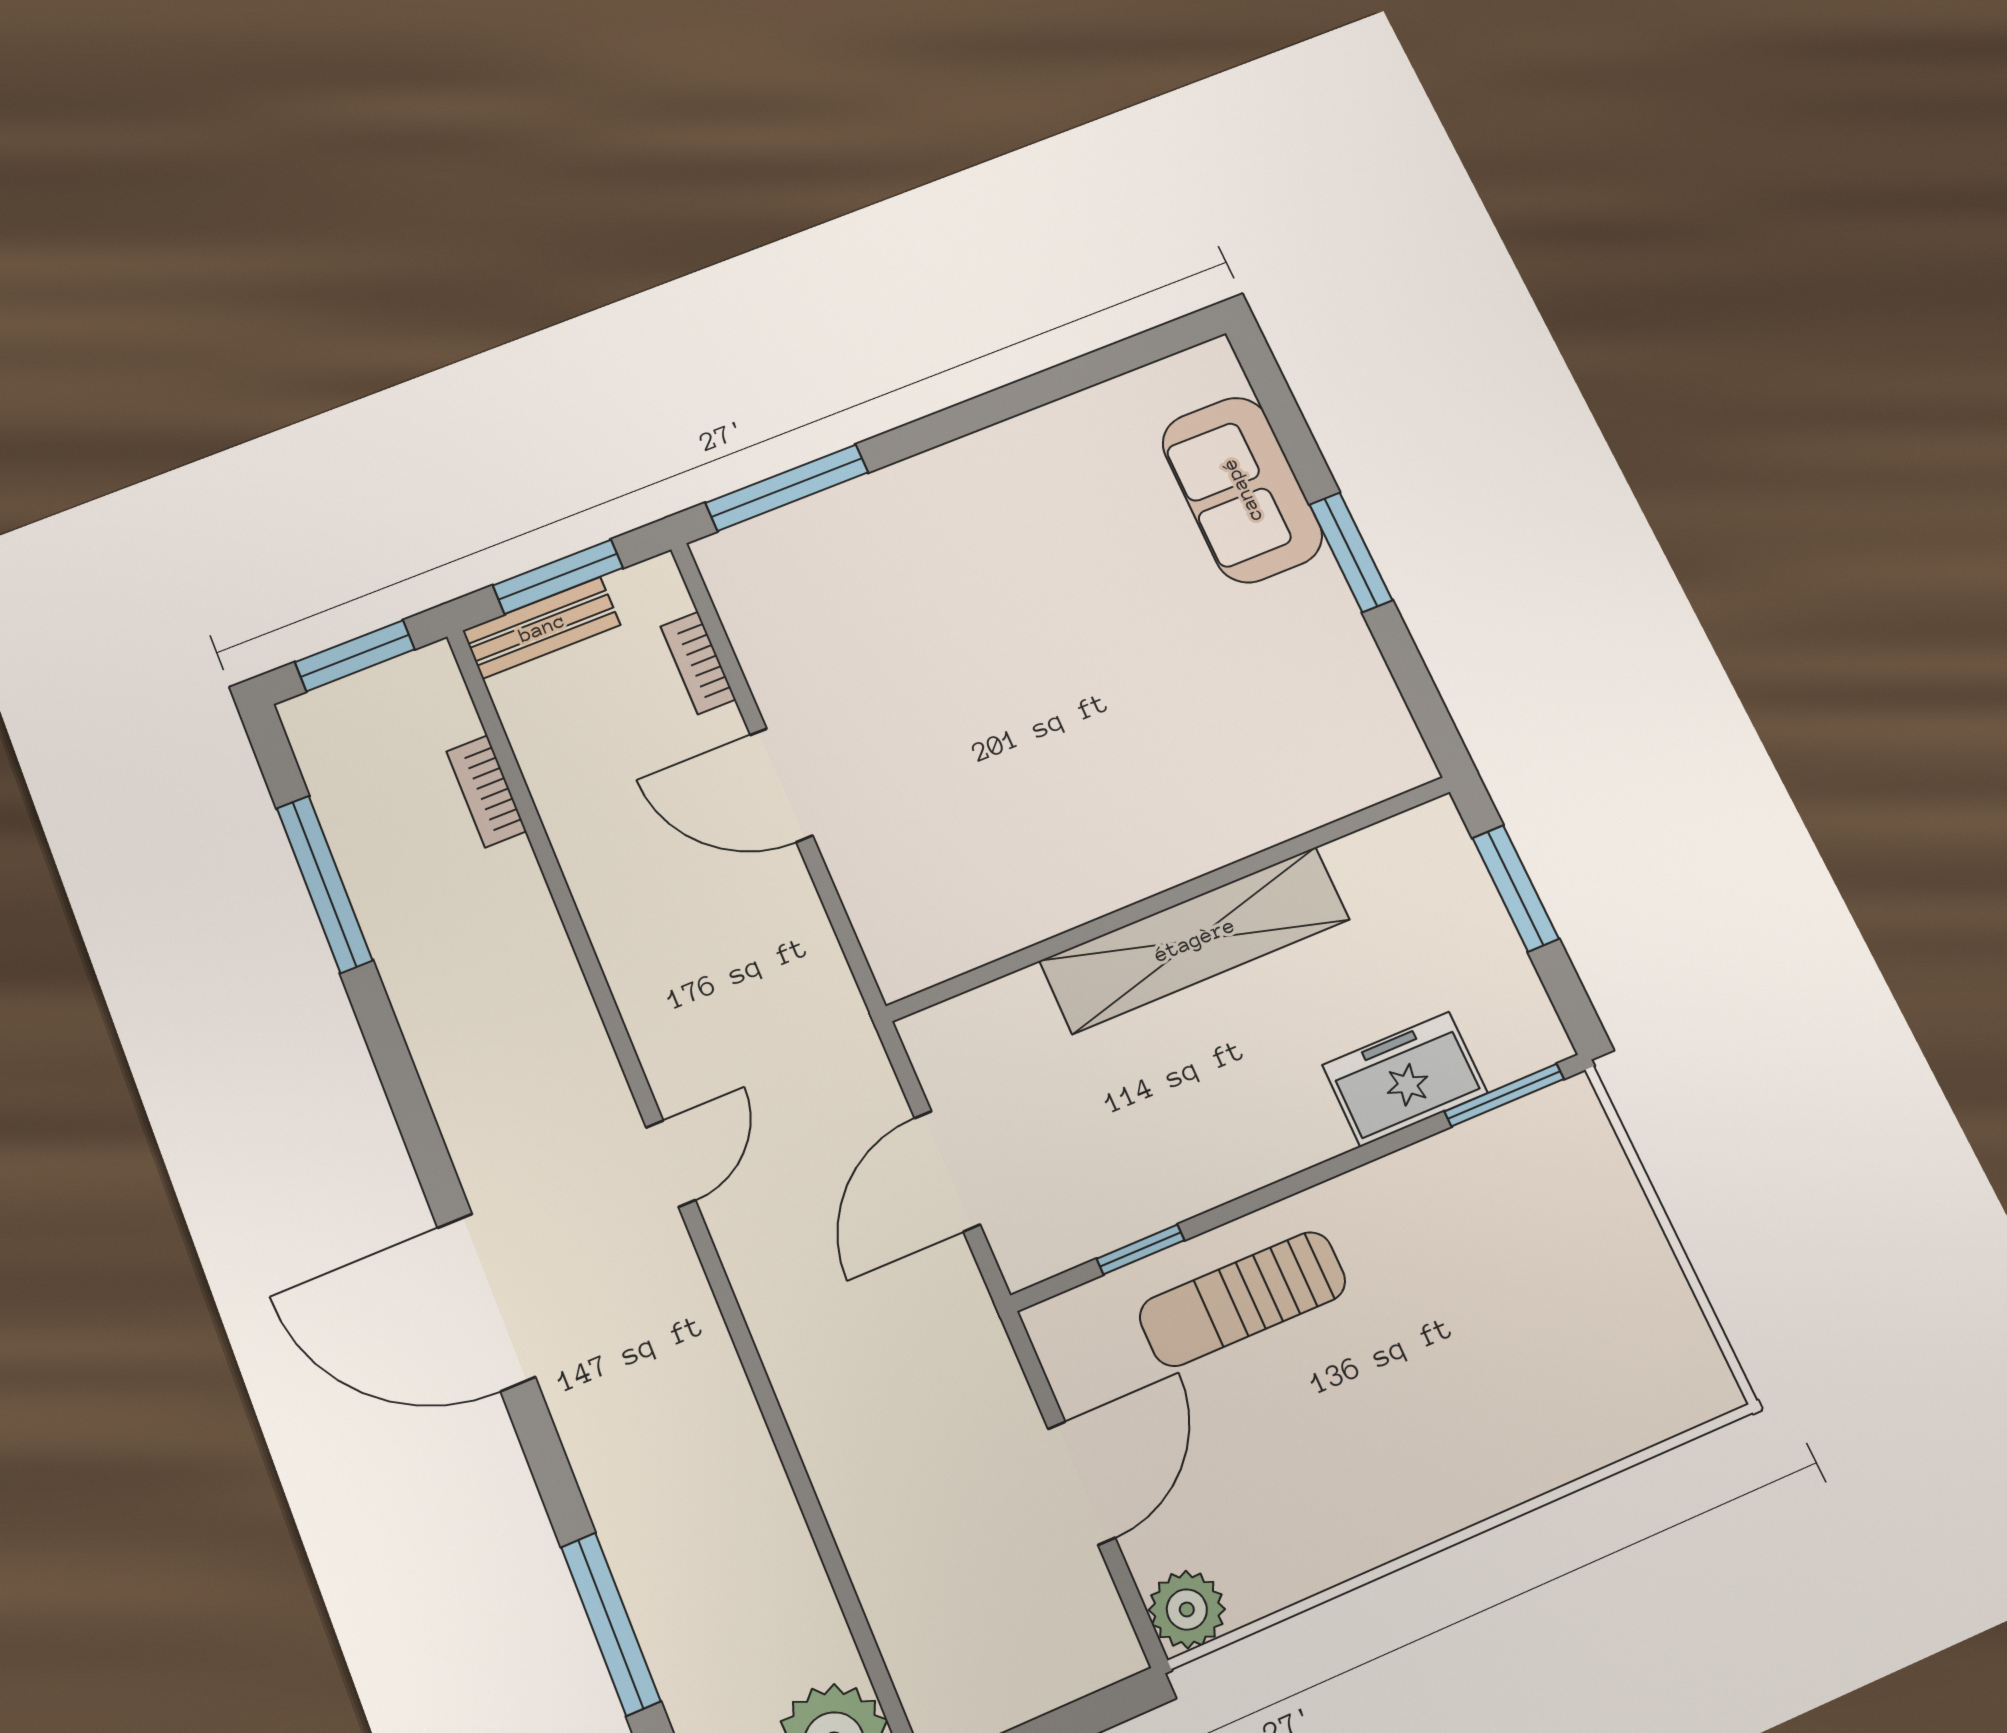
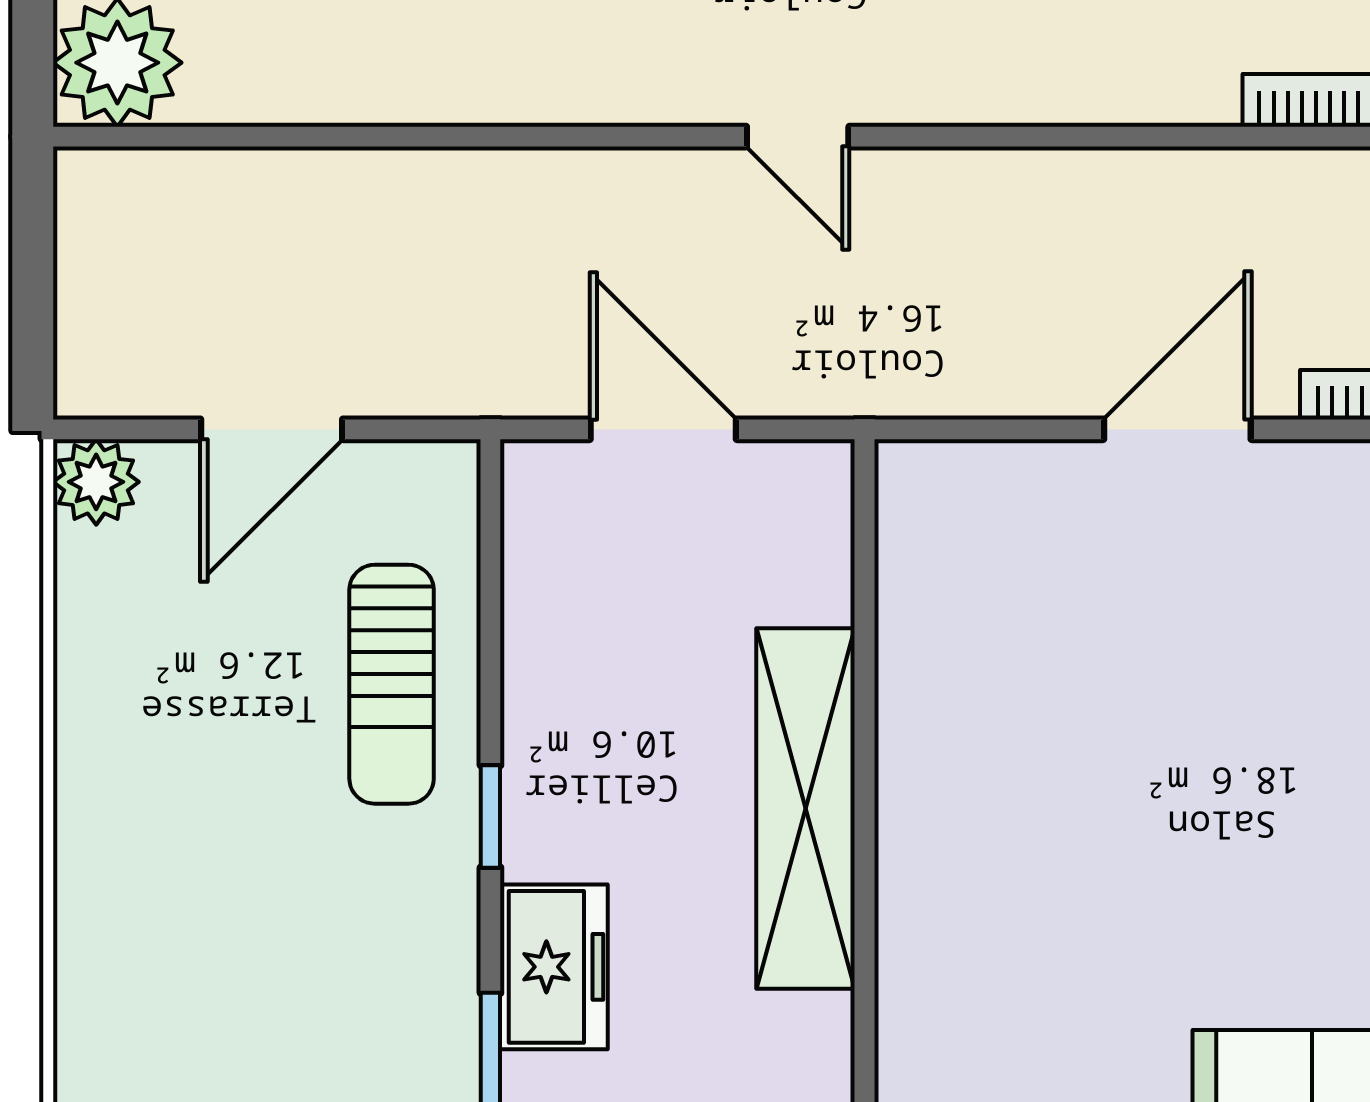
window: (1141, 1249) -> (490, 816), moved
sun lounger: (1243, 1299) -> (392, 684), turned 180
door: (1081, 1483) -> (272, 429), hinge flipped

